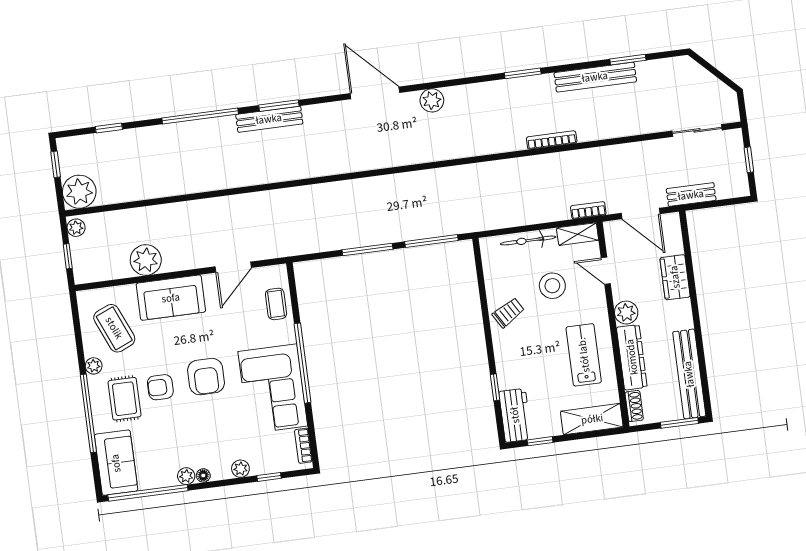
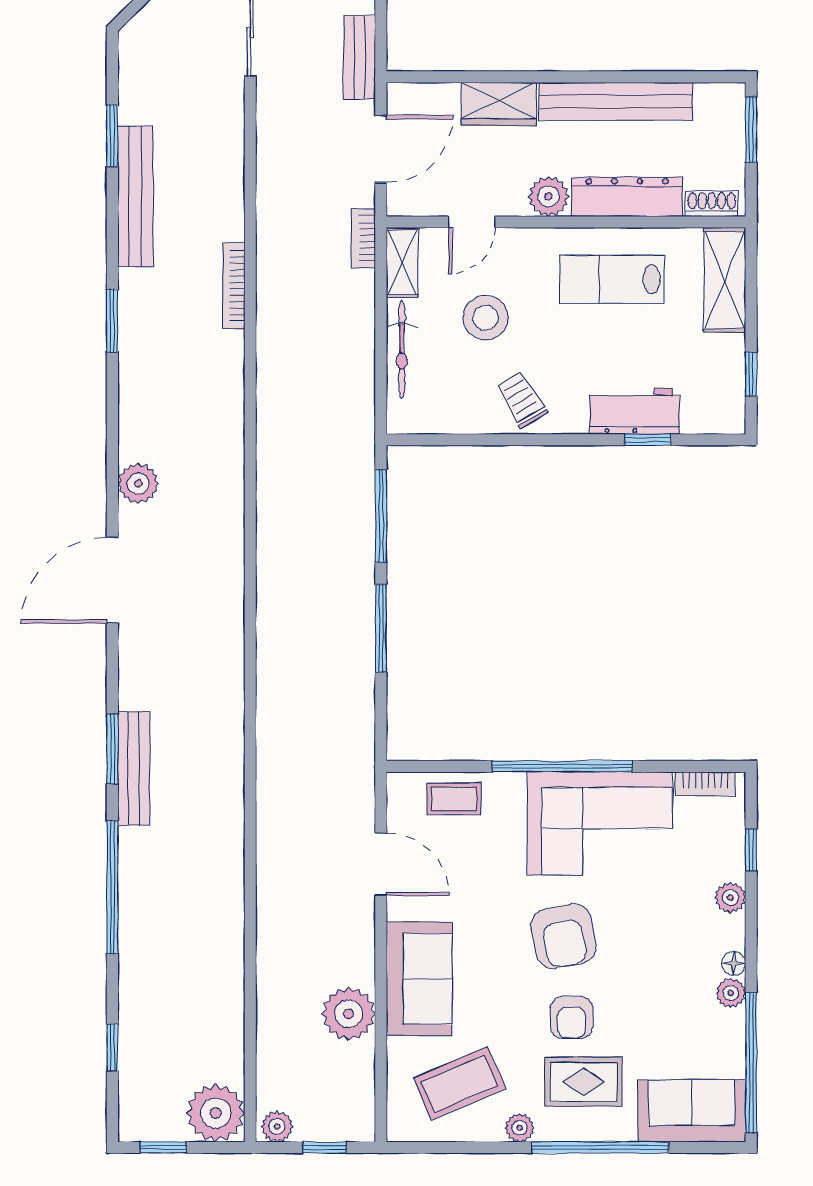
bench: (689, 374) -> (616, 101), moved
armchair: (206, 377) -> (564, 936), turned 79
workbench: (515, 415) -> (634, 411), moved

